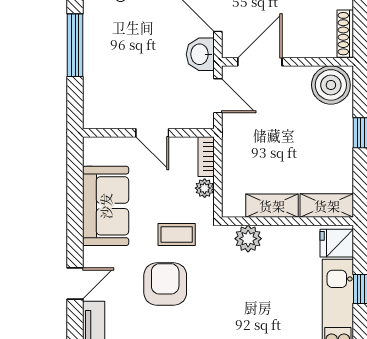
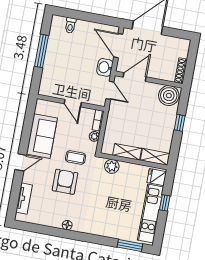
door: (75, 284) -> (21, 162), moved

